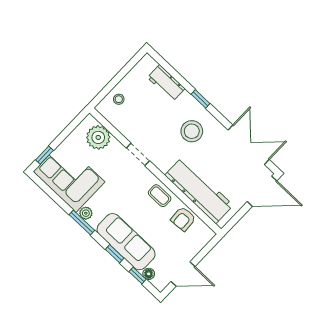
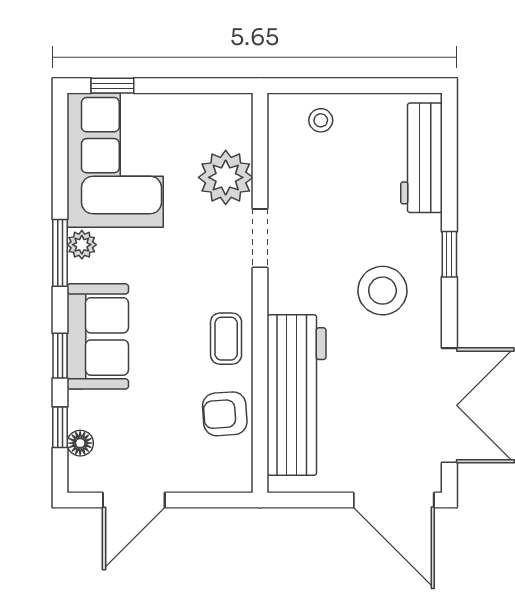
workbench: (166, 83) -> (422, 158), width x1.38
plant: (98, 137) -> (226, 177), moved
sofa: (126, 242) -> (98, 336), width x0.73
door: (183, 274) -> (134, 500), hinge flipped

